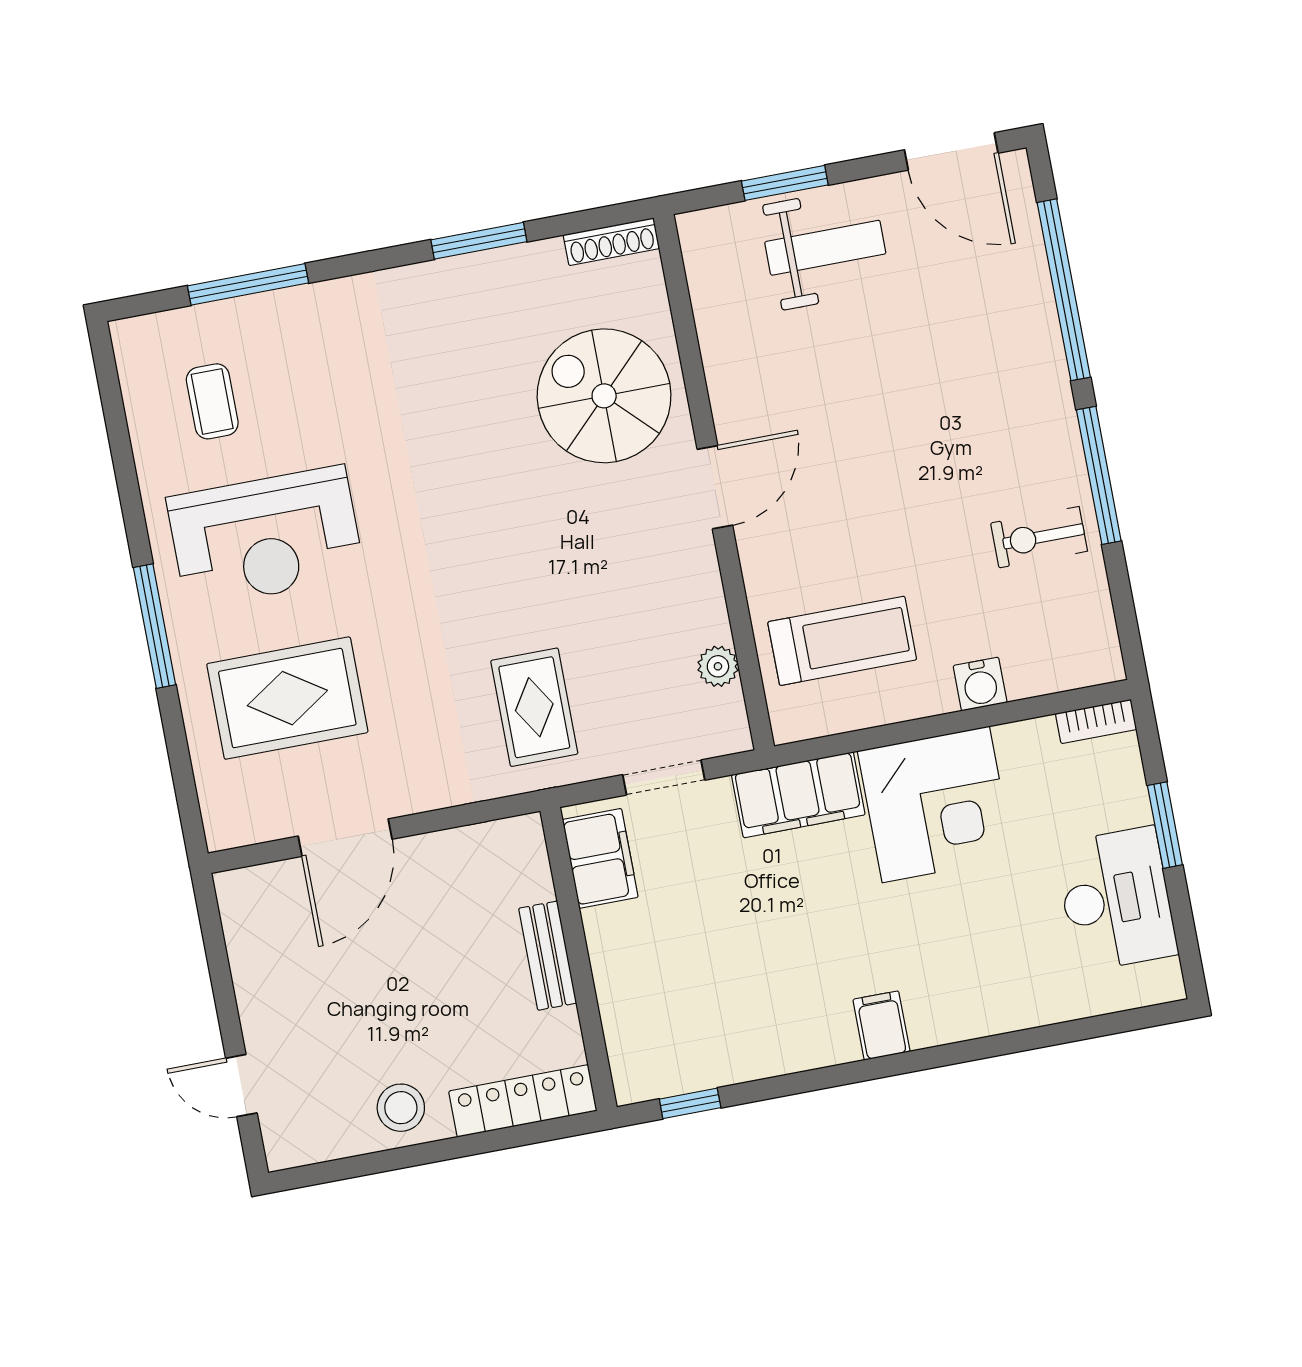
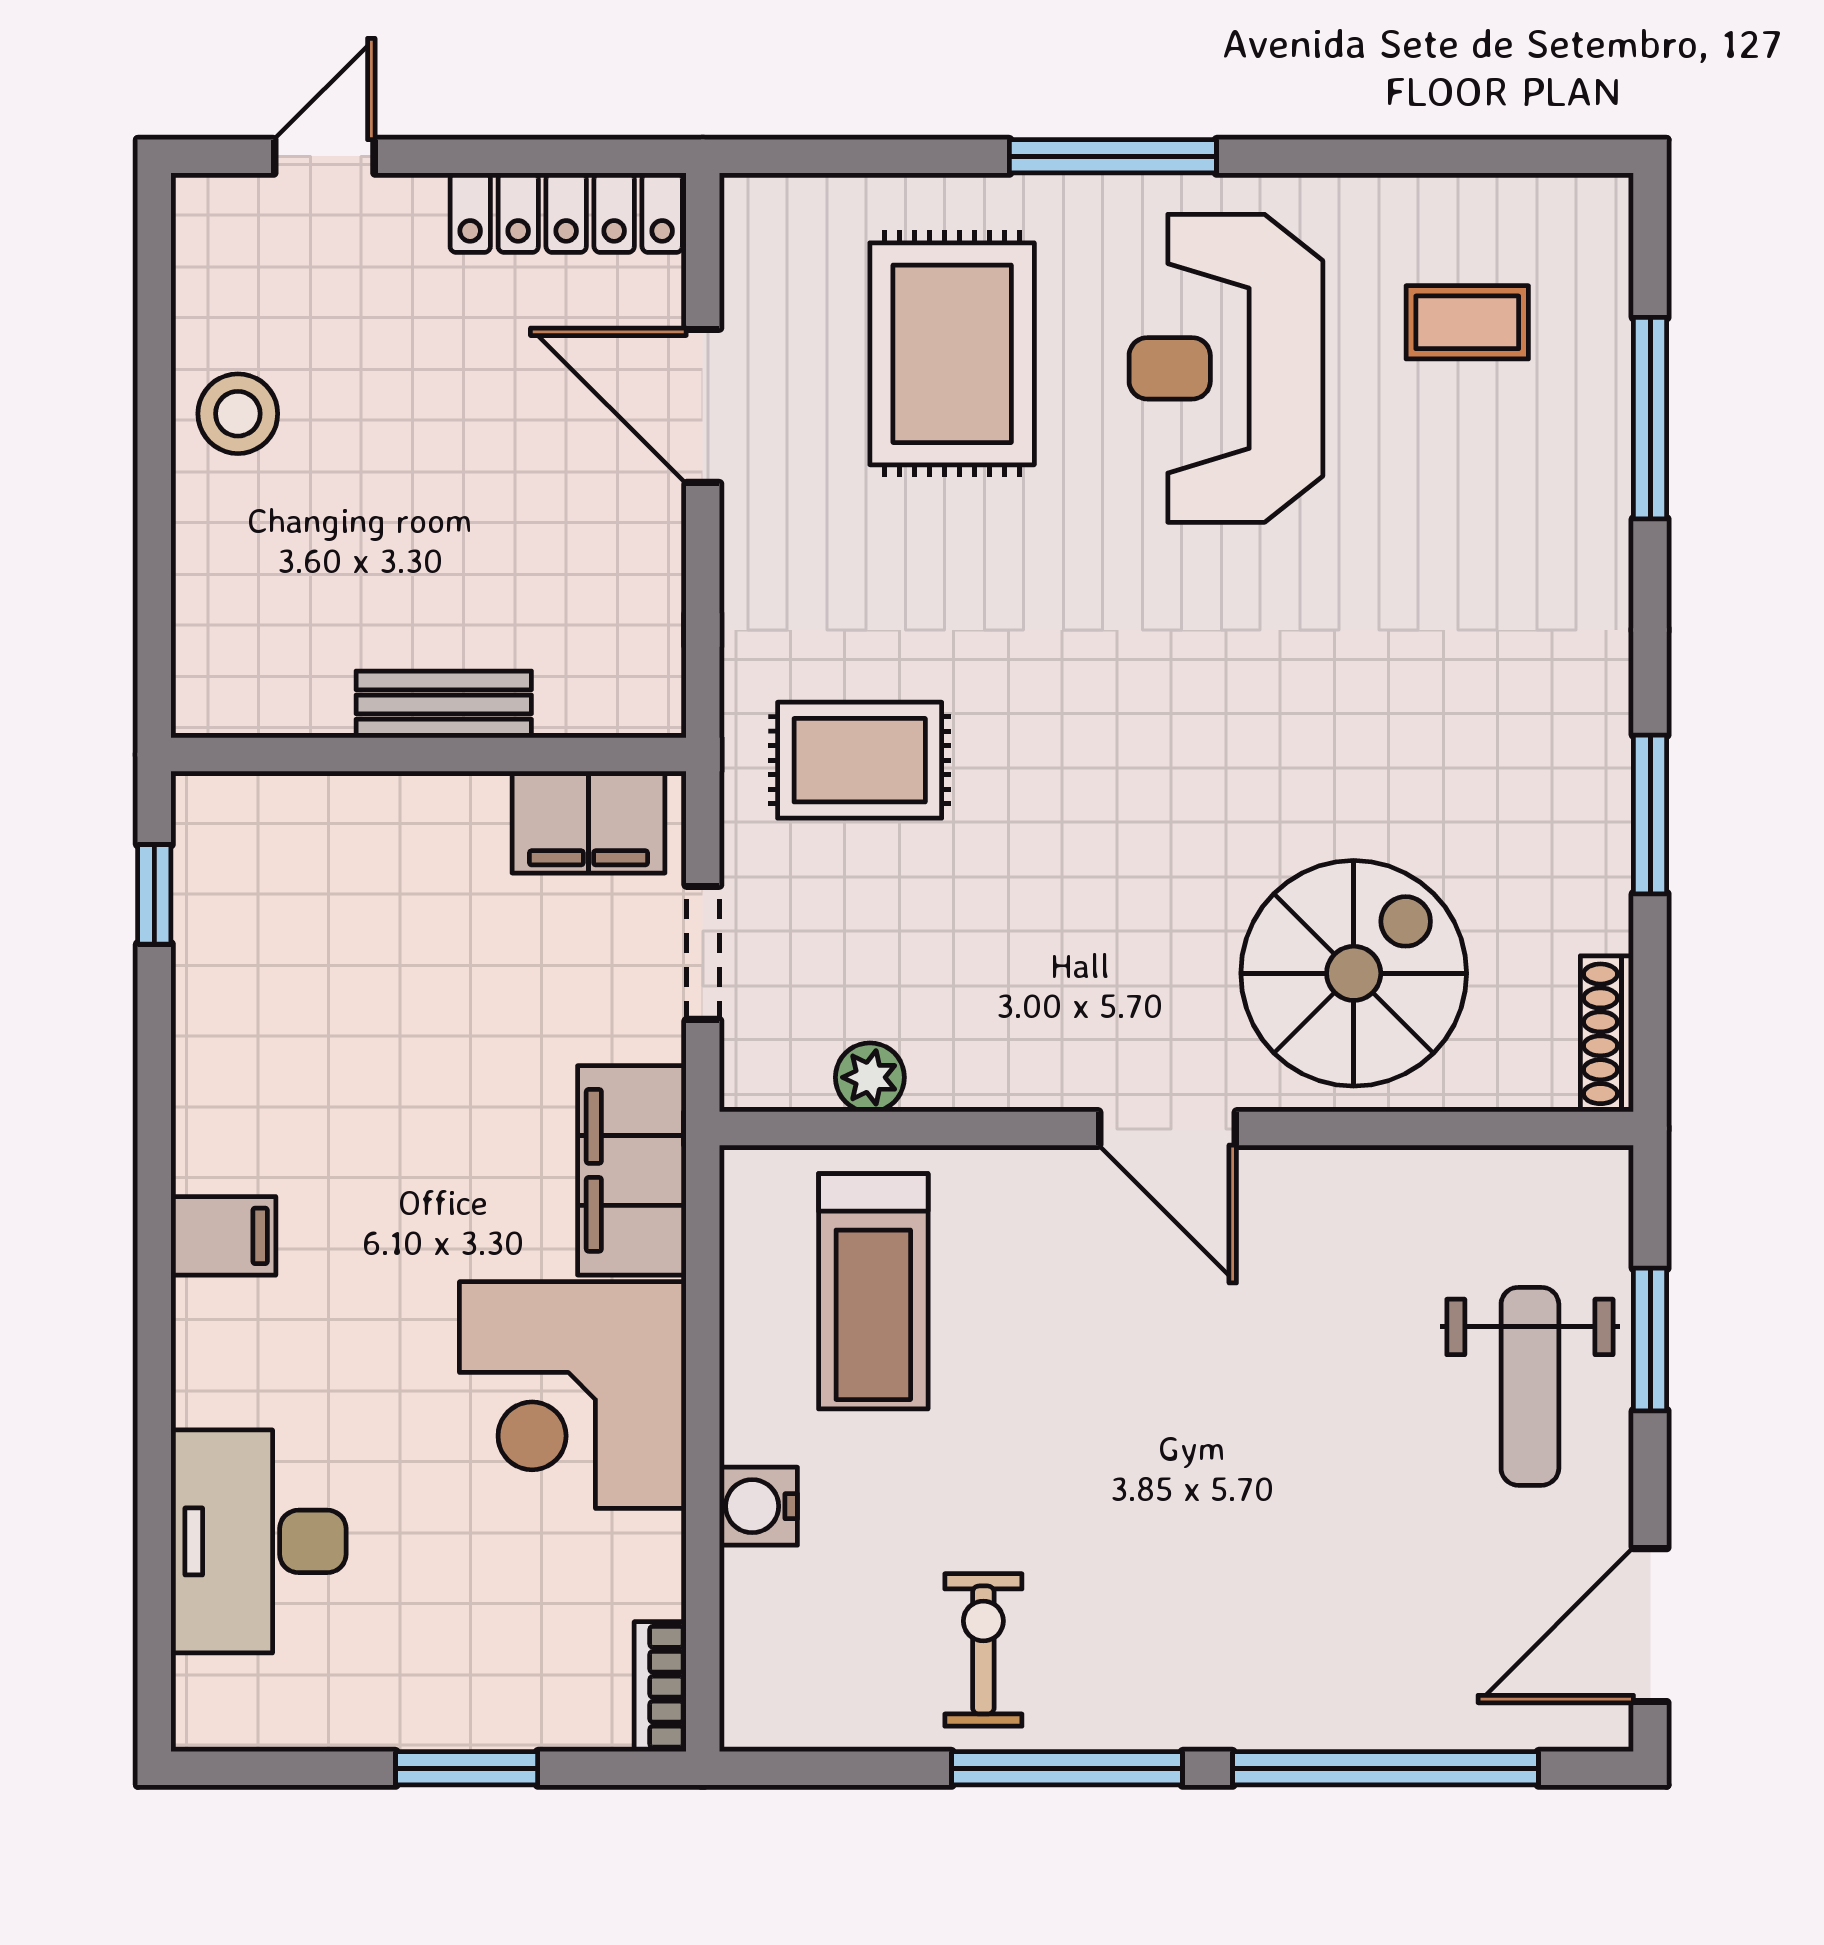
desk: (1116, 899) -> (259, 1541), moved, turned 90
locker: (523, 1101) -> (566, 213), moved, turned 90

